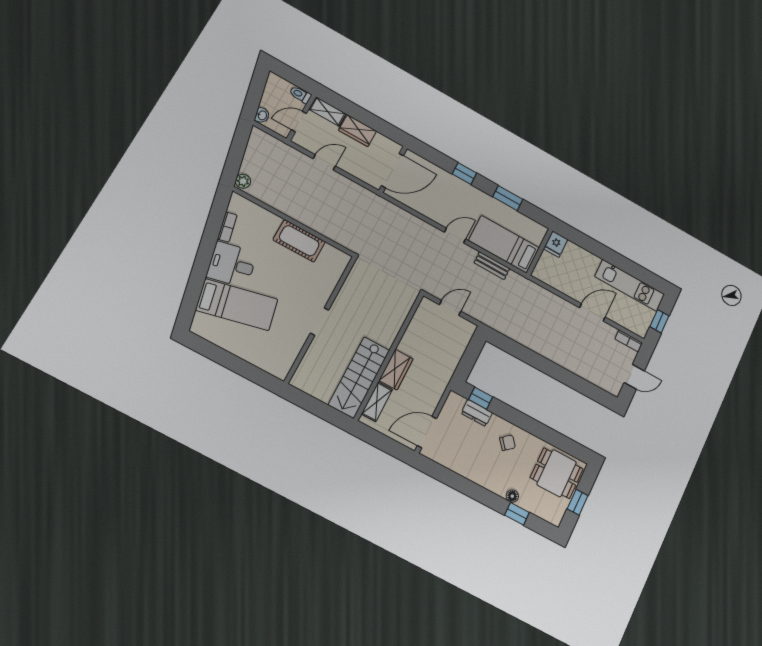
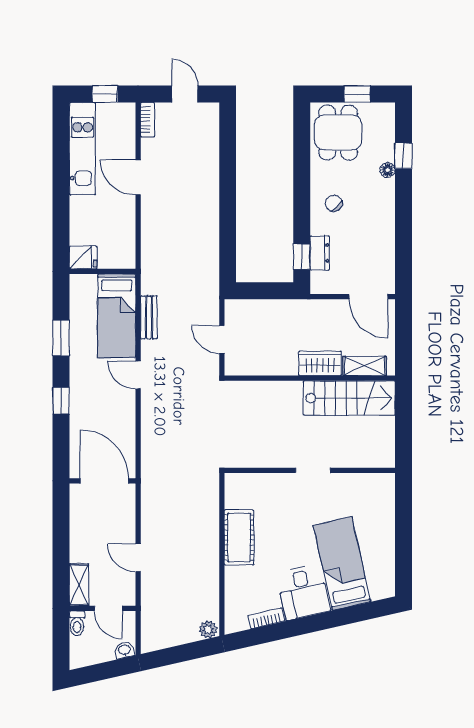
wardrobe: (358, 131) -> (81, 542), removed

